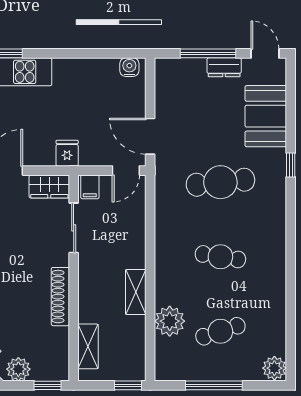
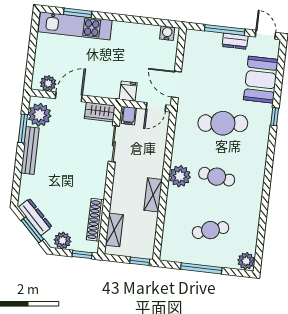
fridge: (67, 153) -> (128, 91), moved
shoe rack: (60, 297) -> (95, 220), moved
plant: (170, 321) -> (180, 176), moved

